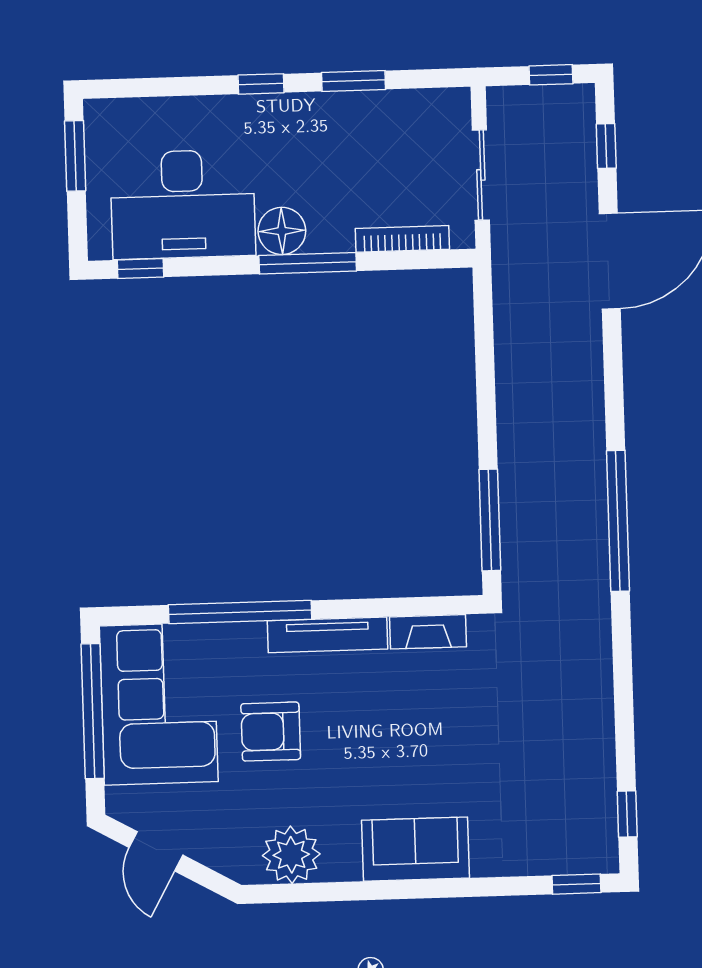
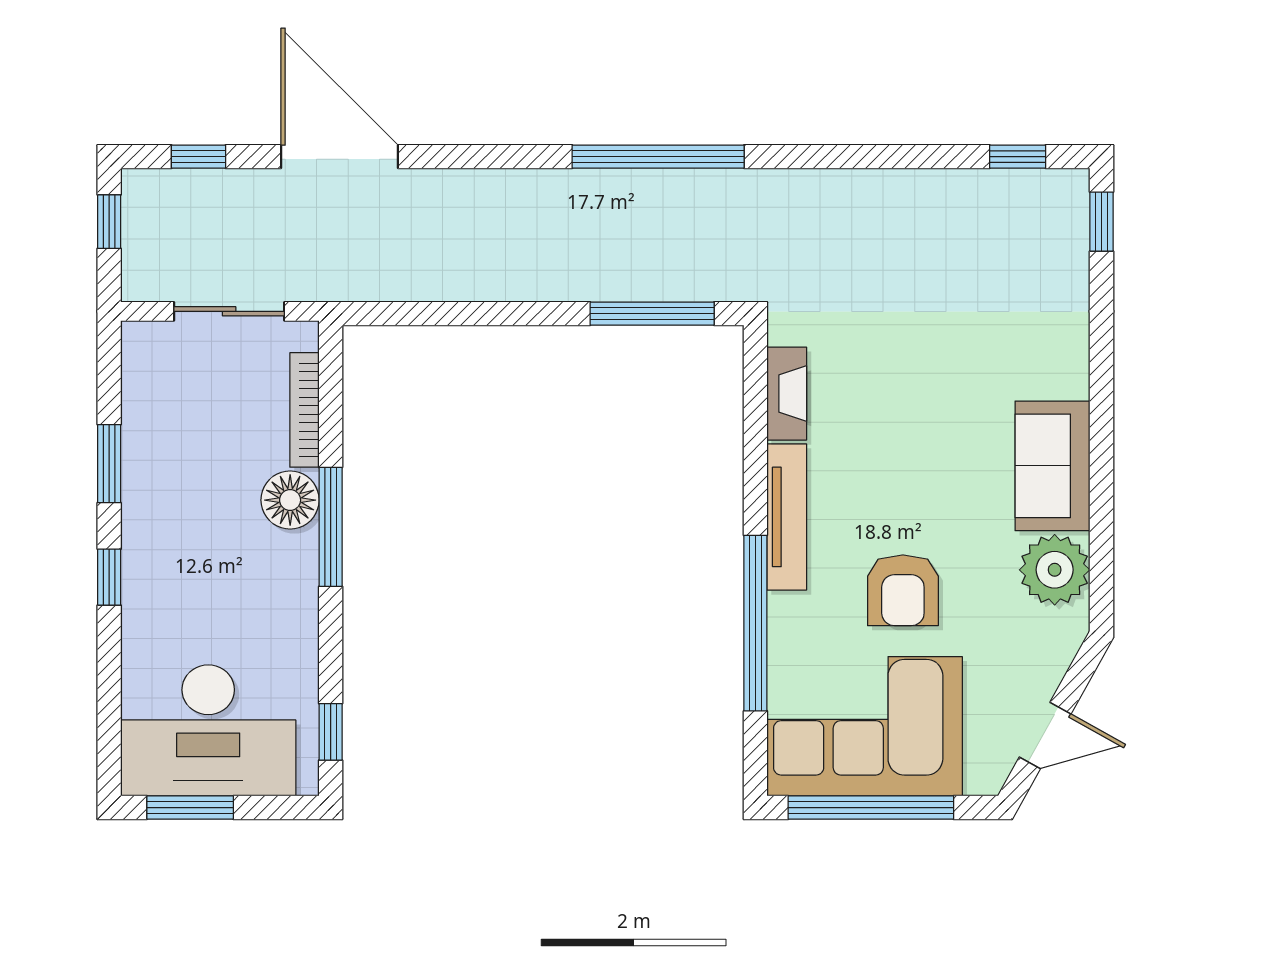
desk: (183, 204) -> (208, 730), moved, turned 90
floor lamp: (282, 231) -> (290, 500), moved
sofa: (415, 849) -> (1052, 466), moved

